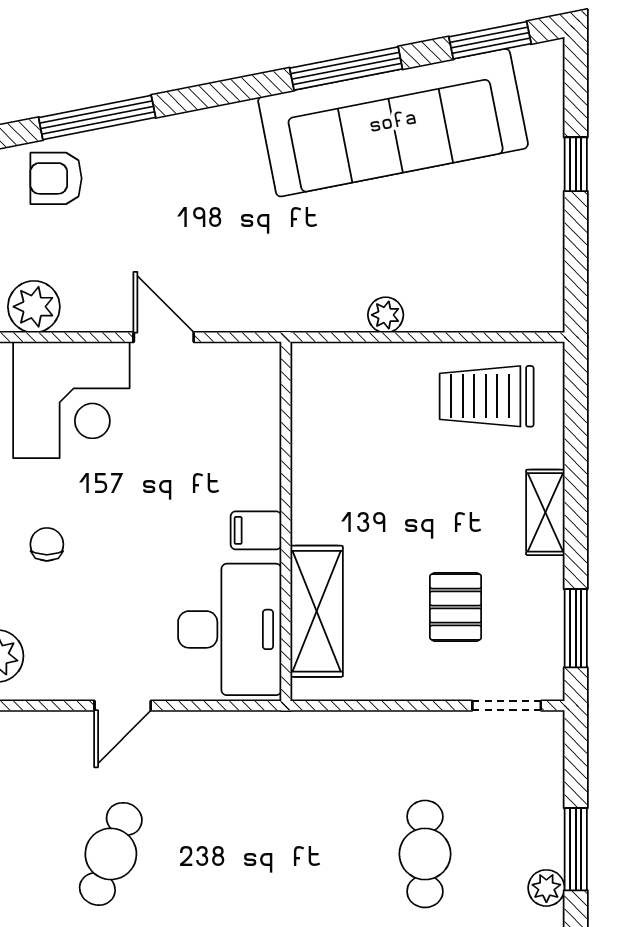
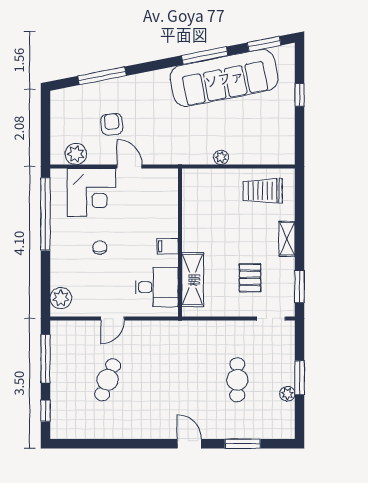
armchair: (56, 178) -> (112, 124), moved, turned 84
chair: (47, 544) -> (100, 247), moved
desk: (230, 629) -> (157, 287), width x0.73

